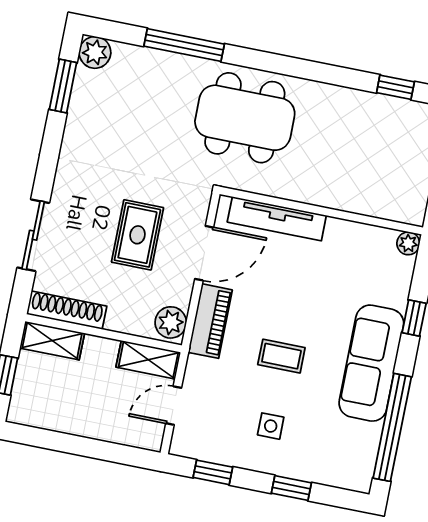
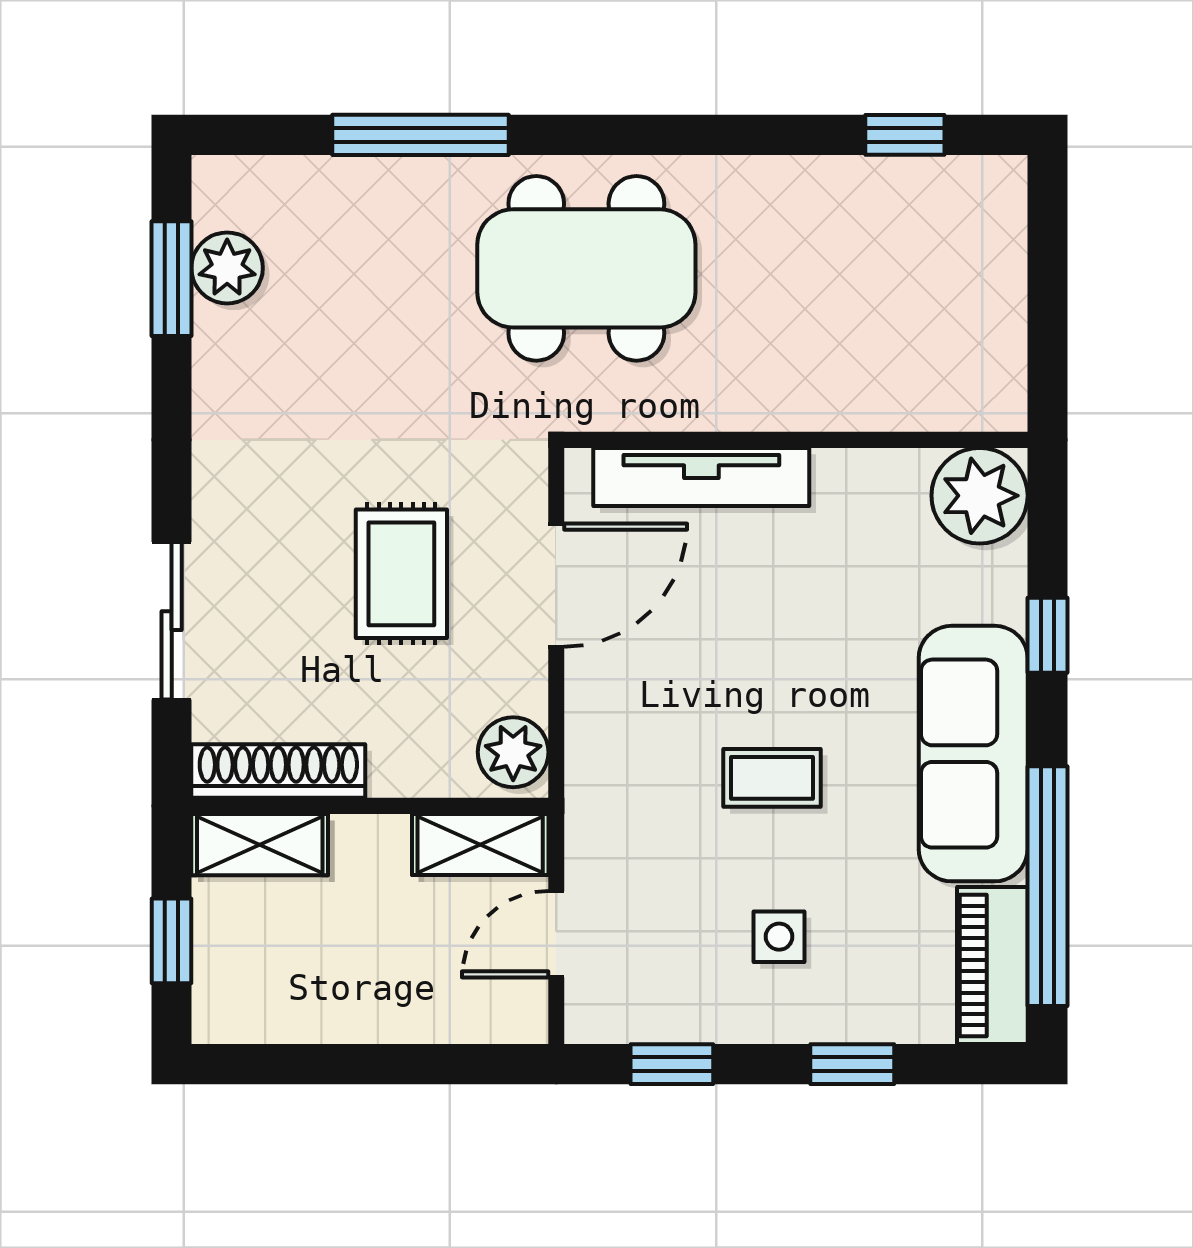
plant: (95, 52) -> (227, 268), moved
plant: (408, 243) -> (980, 496), width x1.88, depth x1.88
piano: (210, 321) -> (992, 965), moved, turned 180

